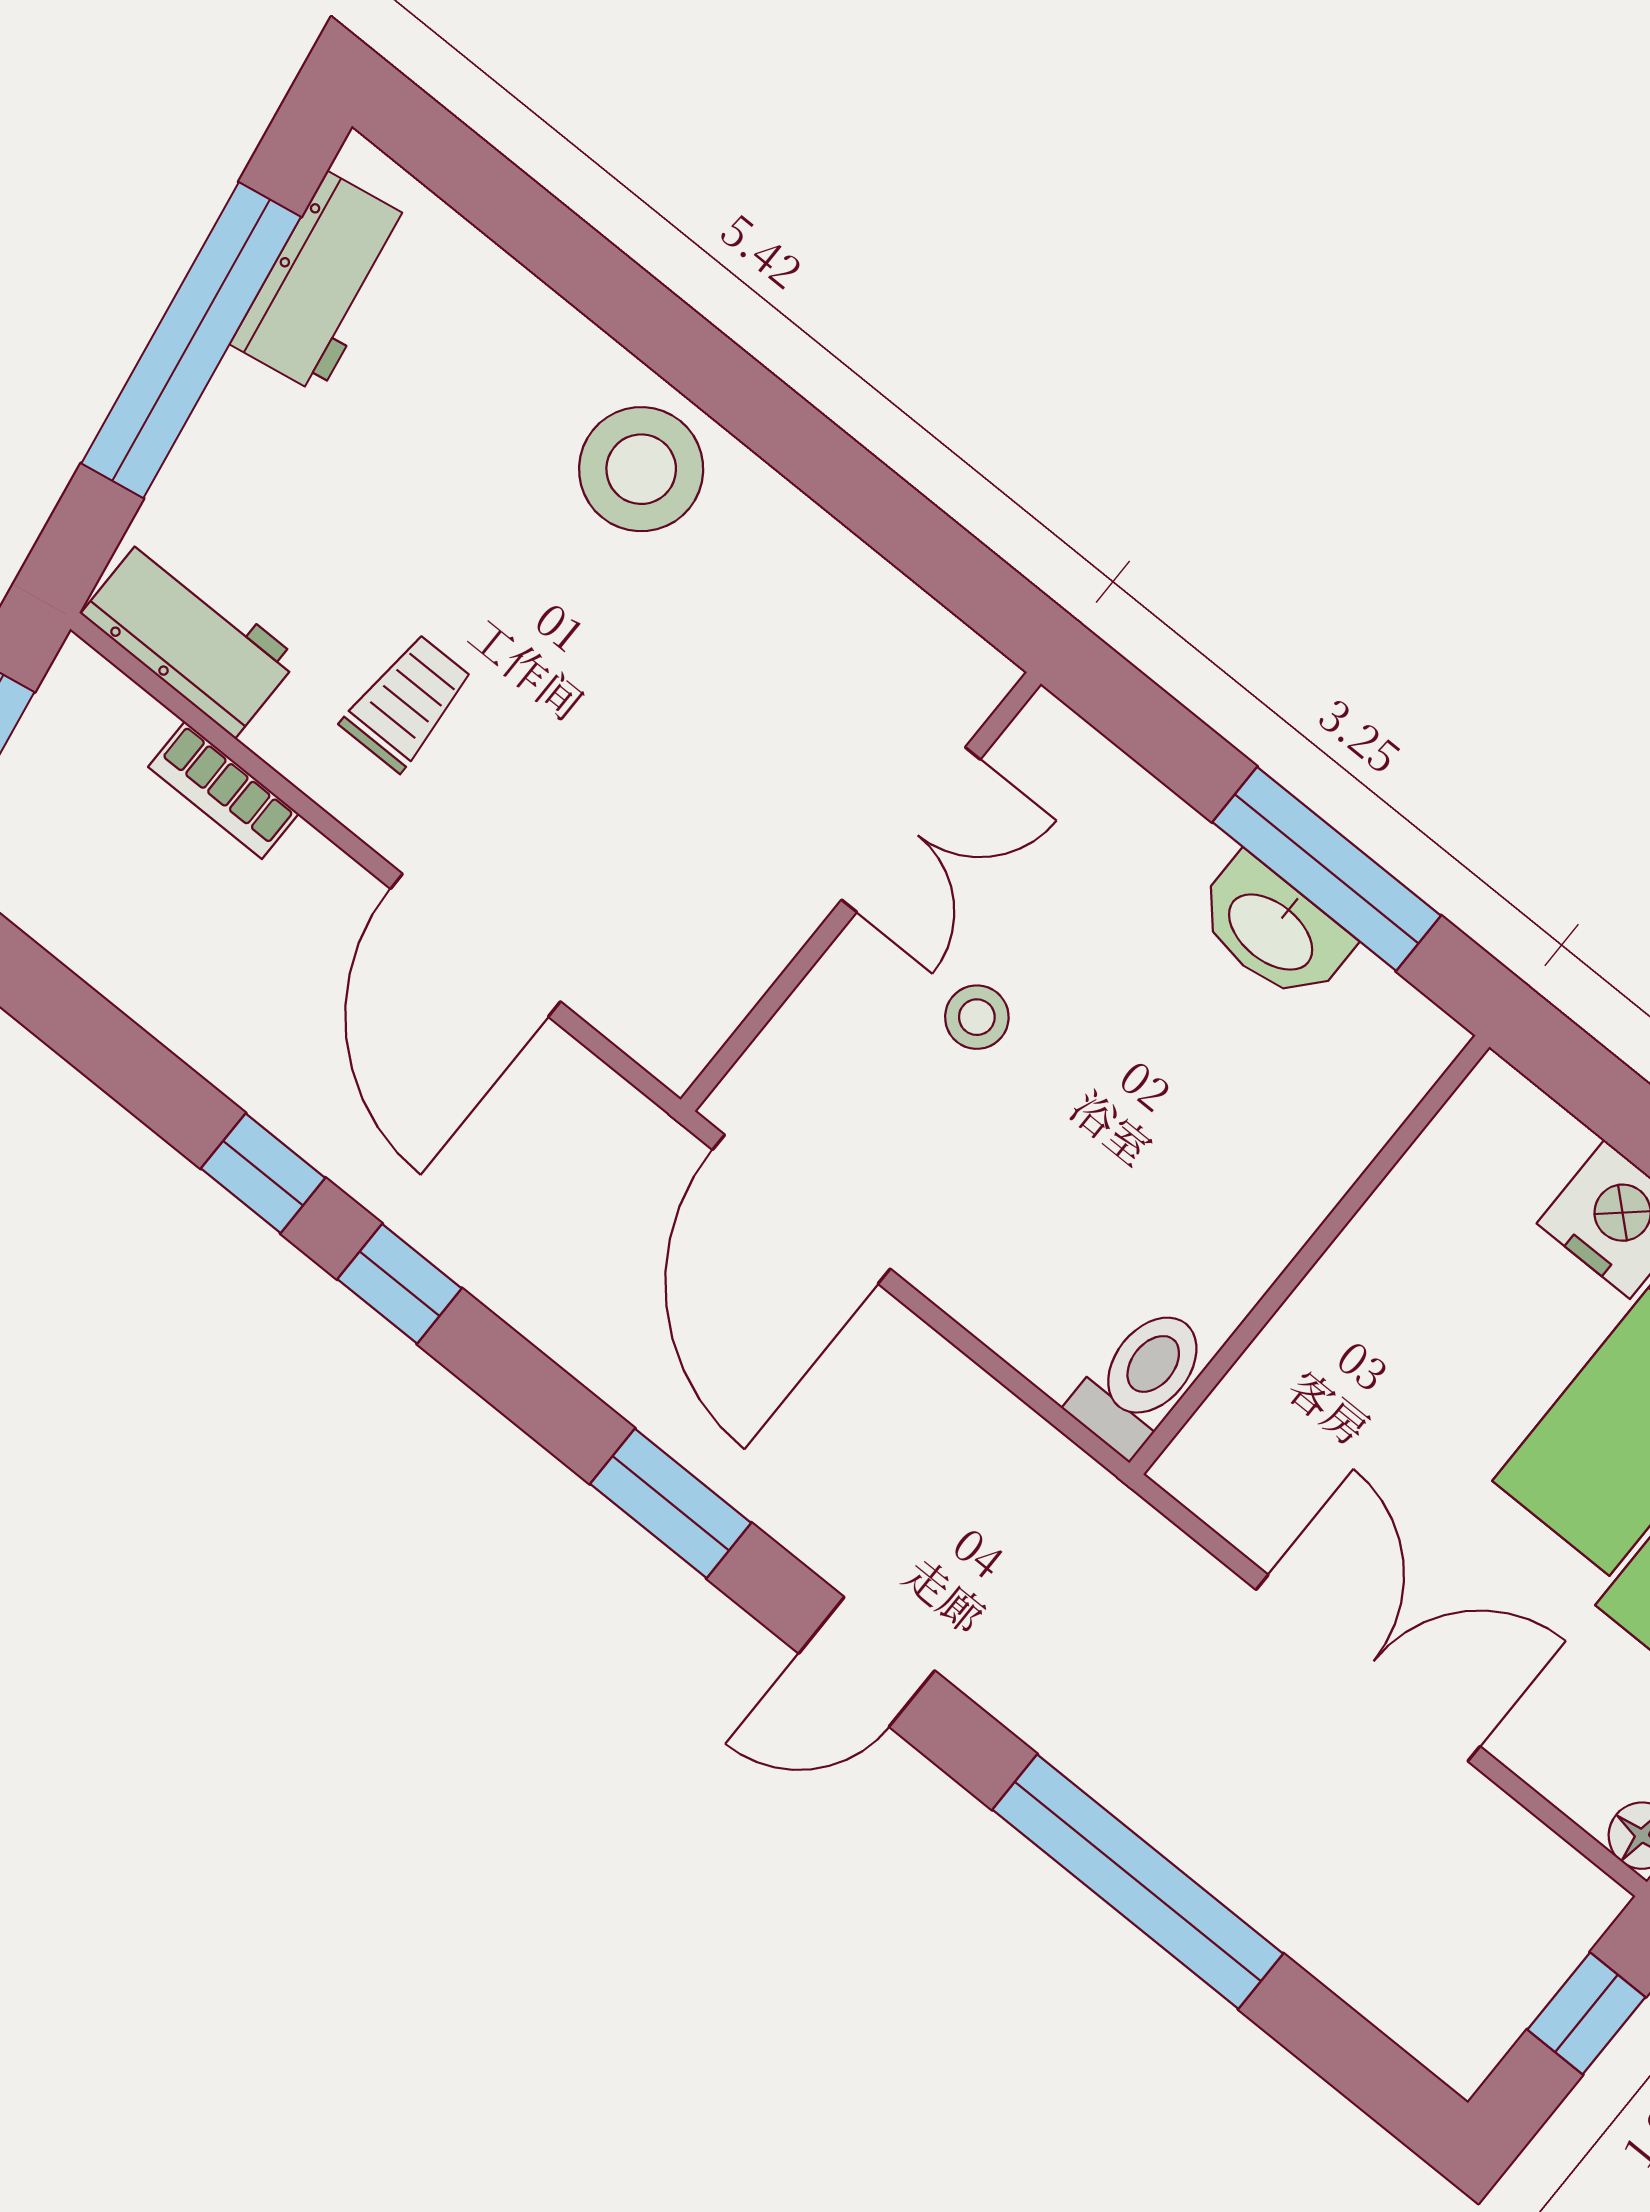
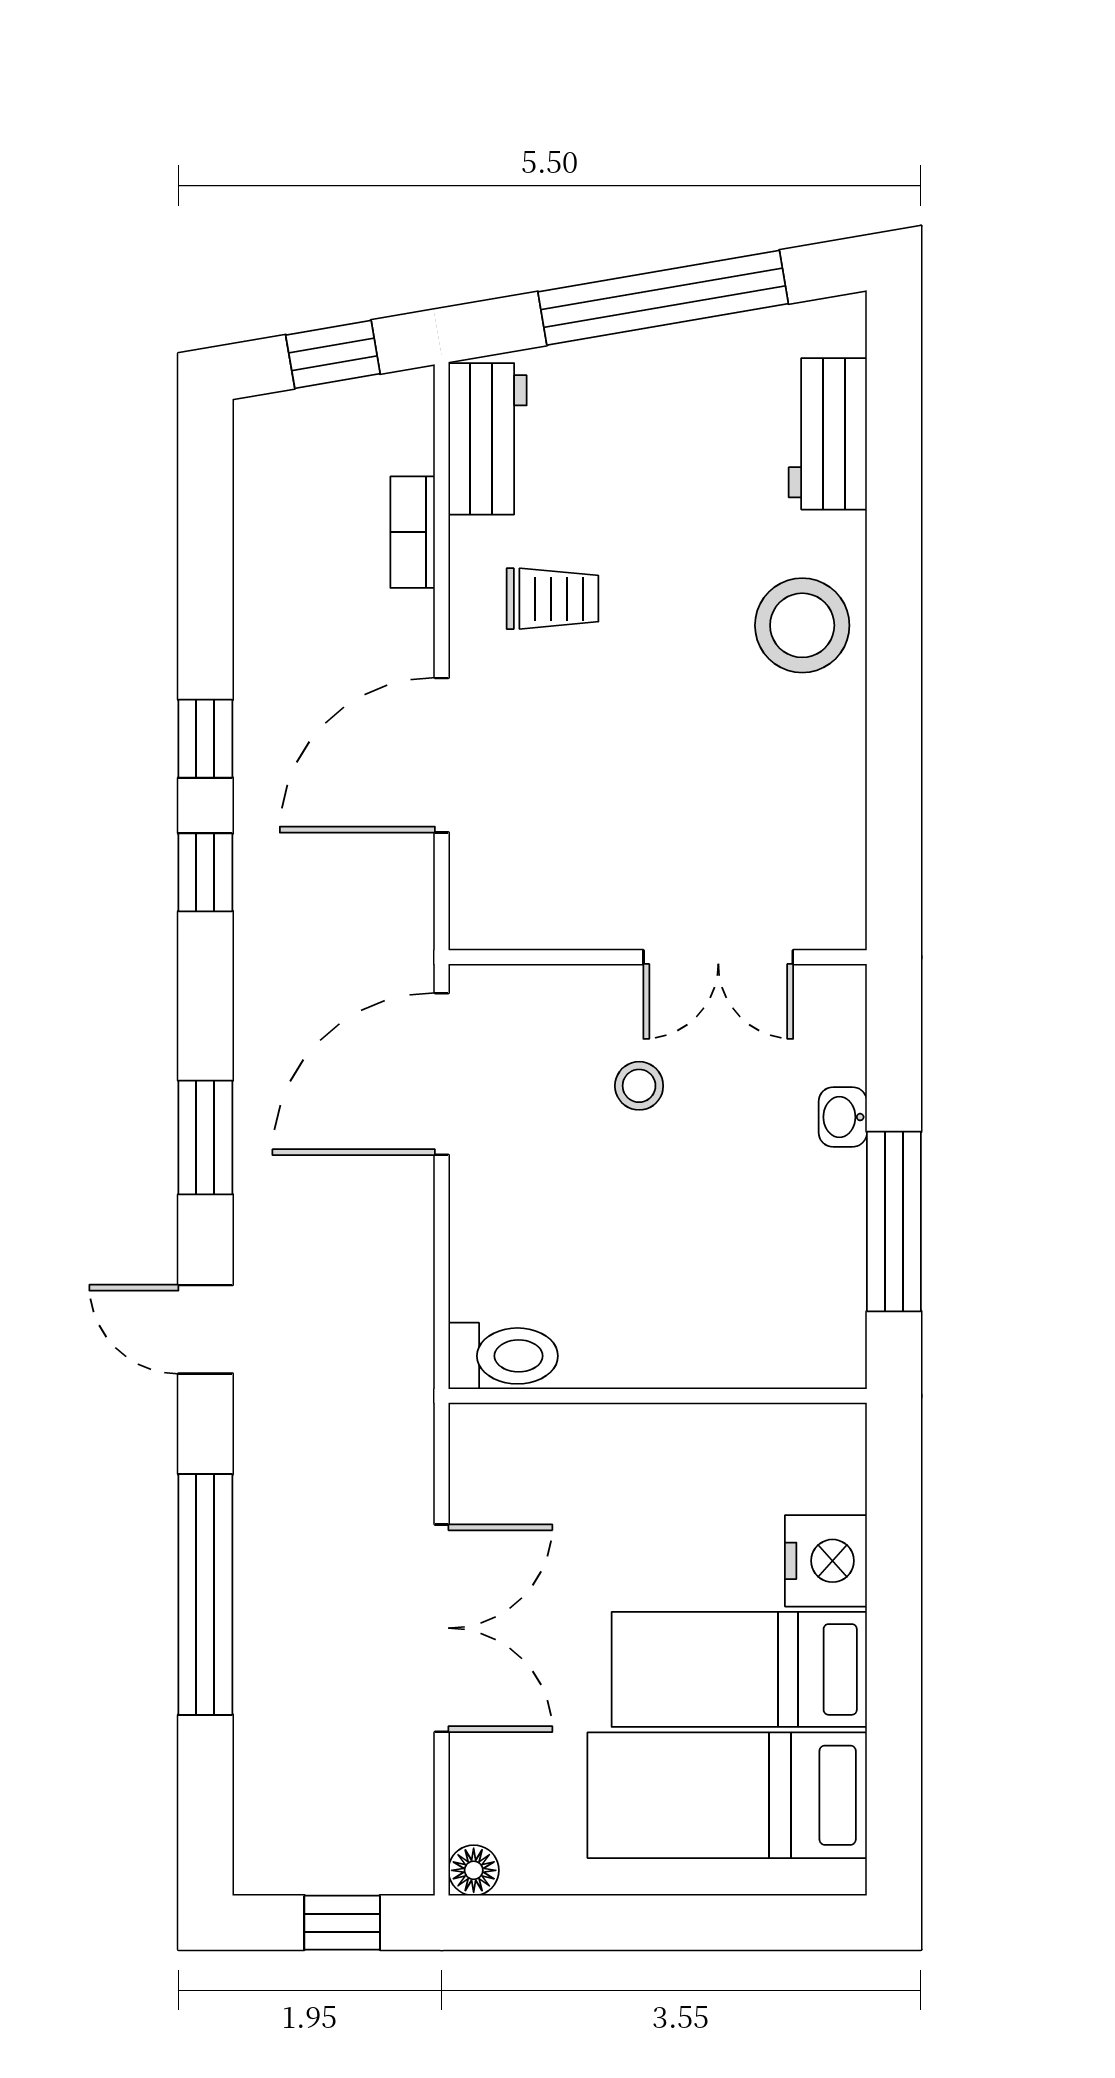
workbench: (323, 283) -> (828, 434), moved, turned 100
washbasin: (1272, 930) -> (843, 1117), moved, width x0.52, depth x0.69

